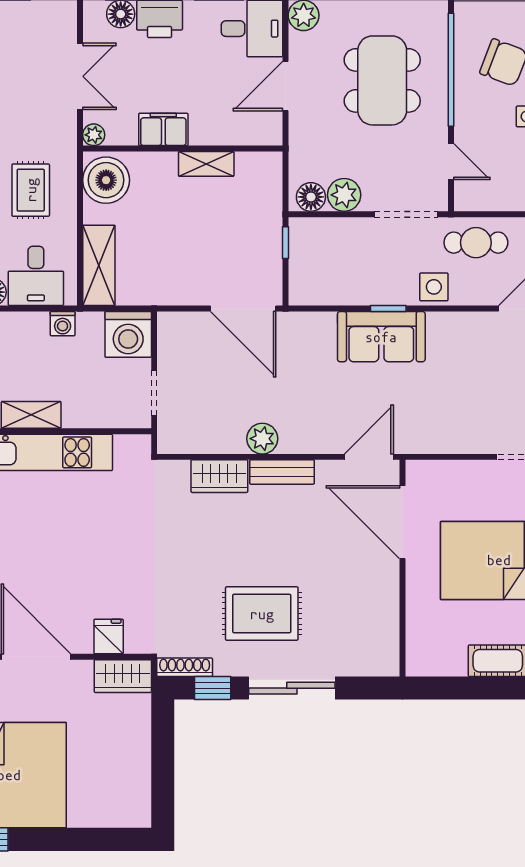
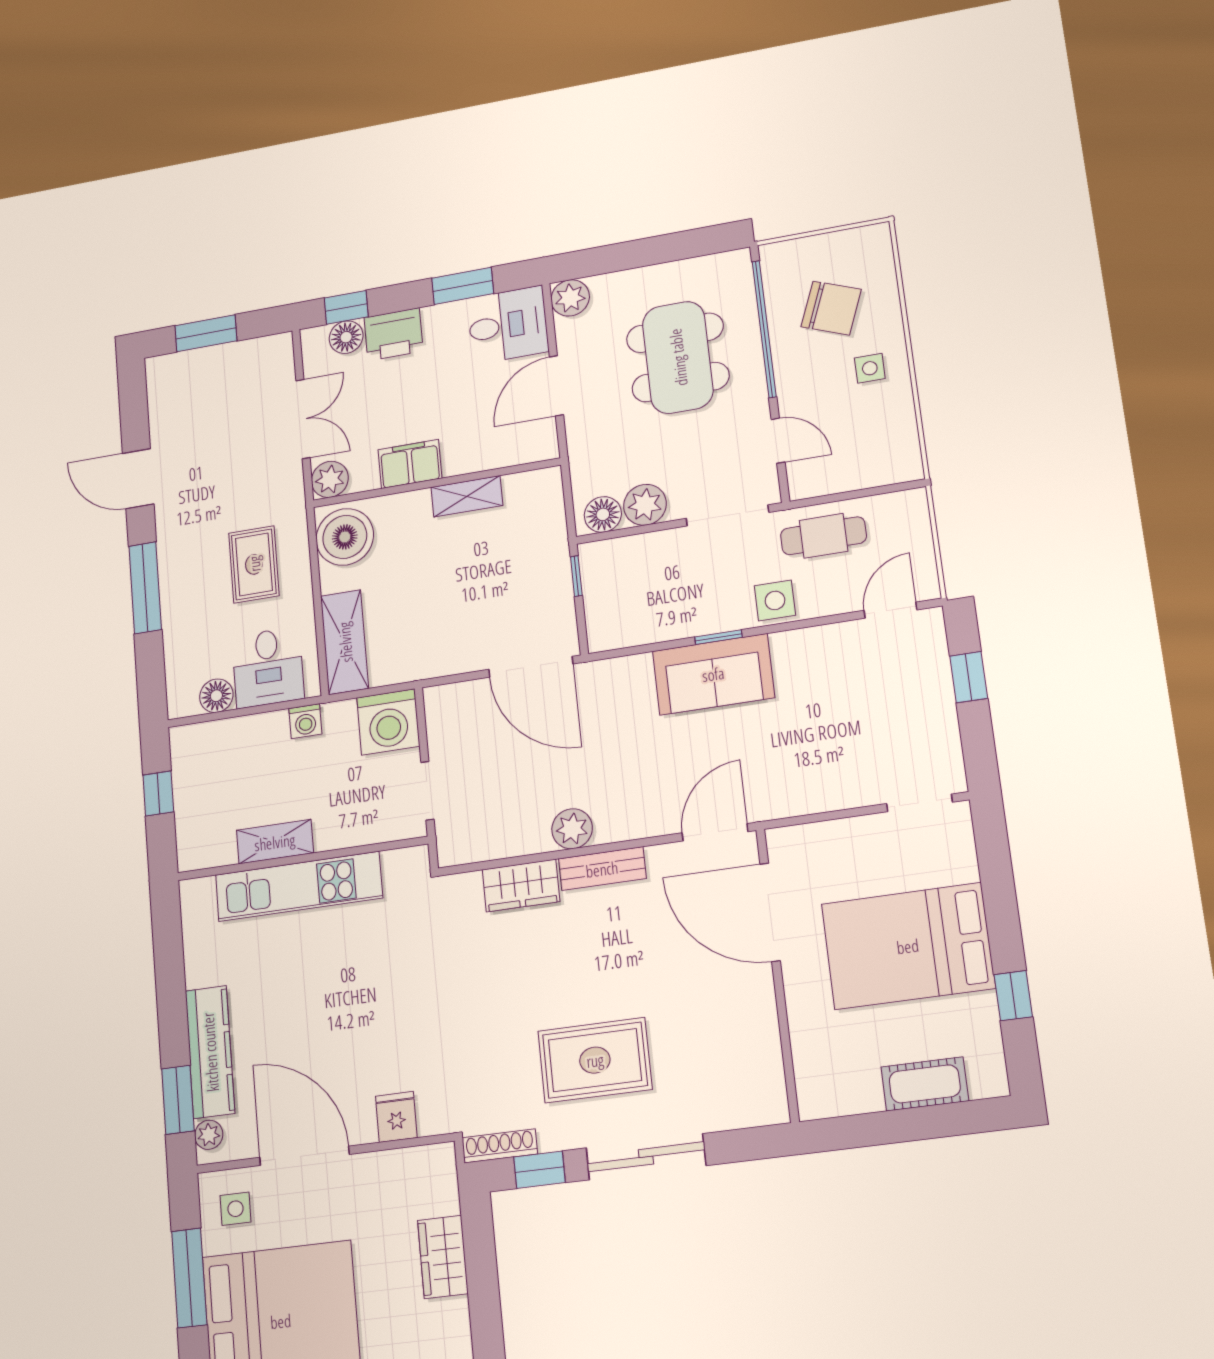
plant: (94, 135) -> (330, 479), width x1.38, depth x1.38
wardrobe: (123, 676) -> (443, 1257), moved, turned 90

